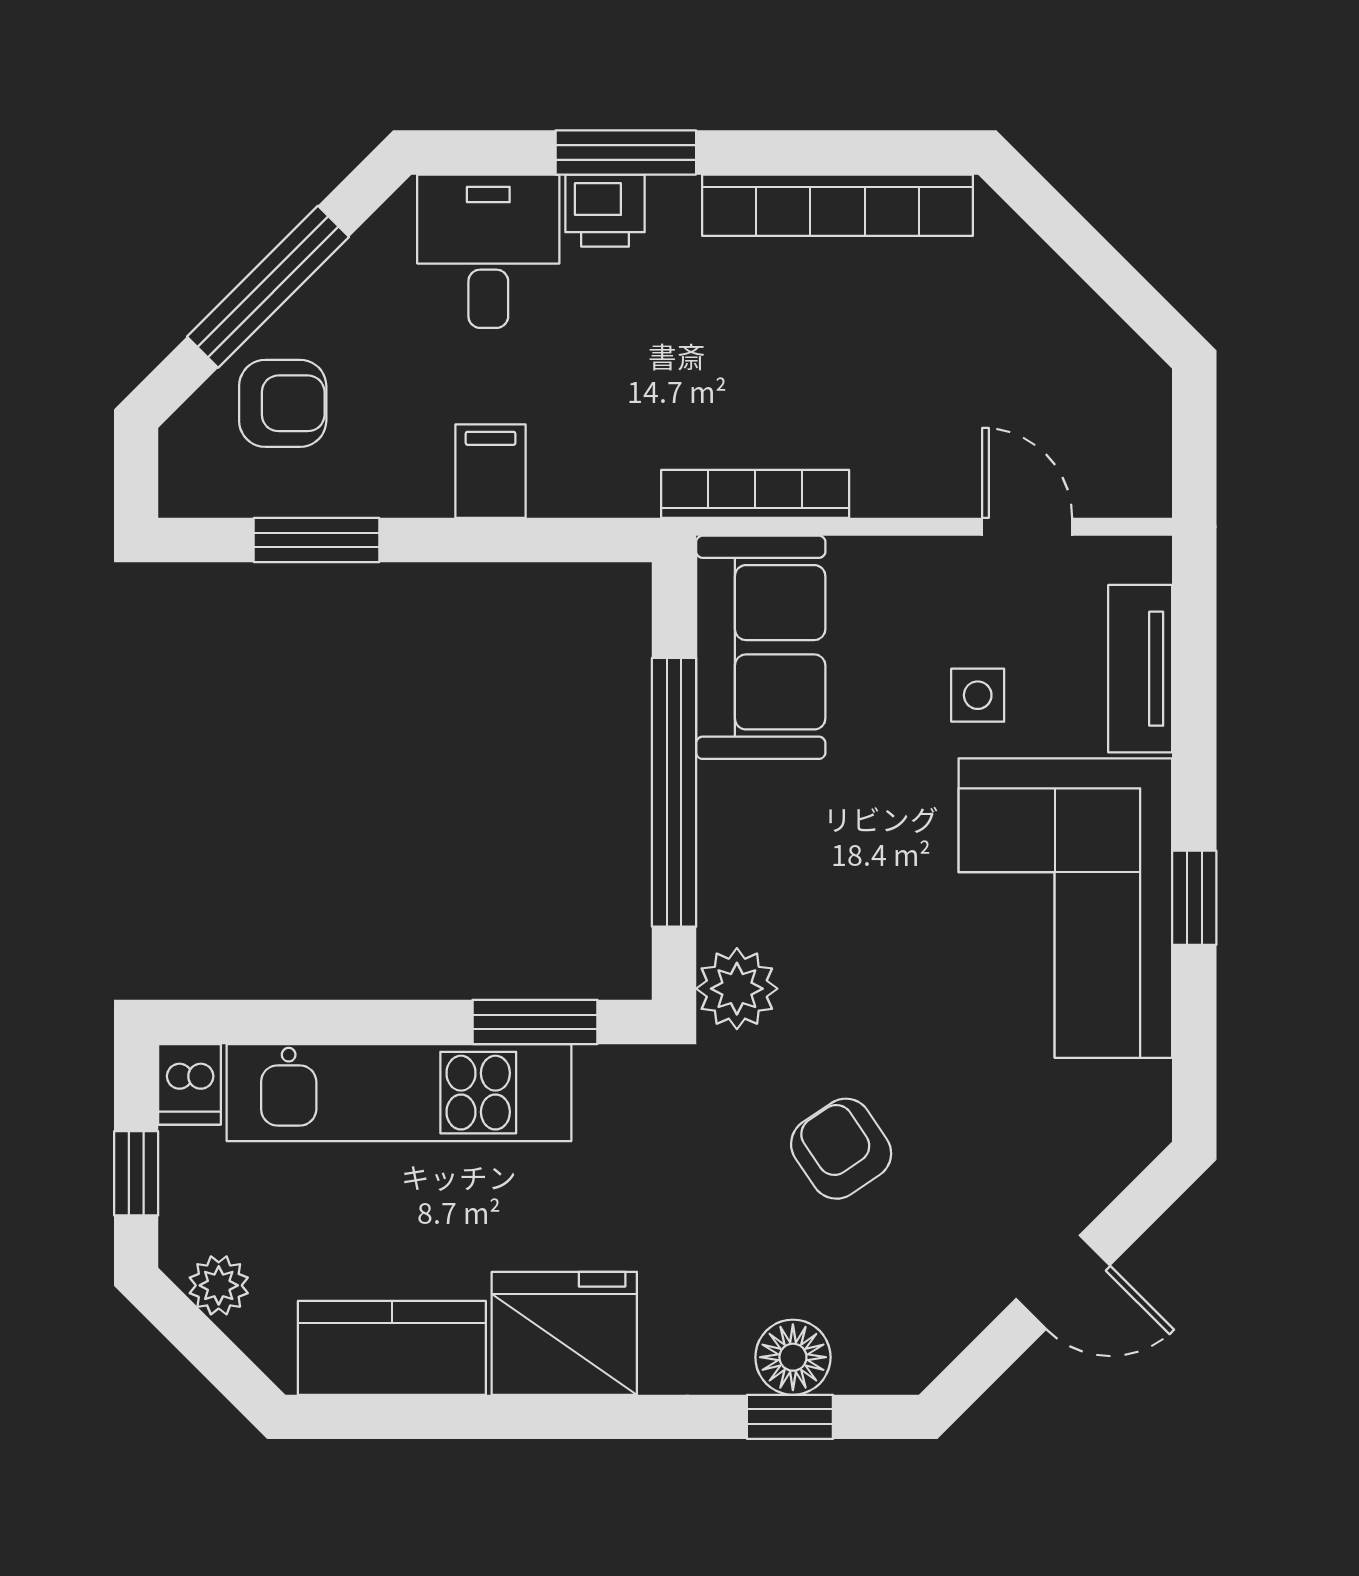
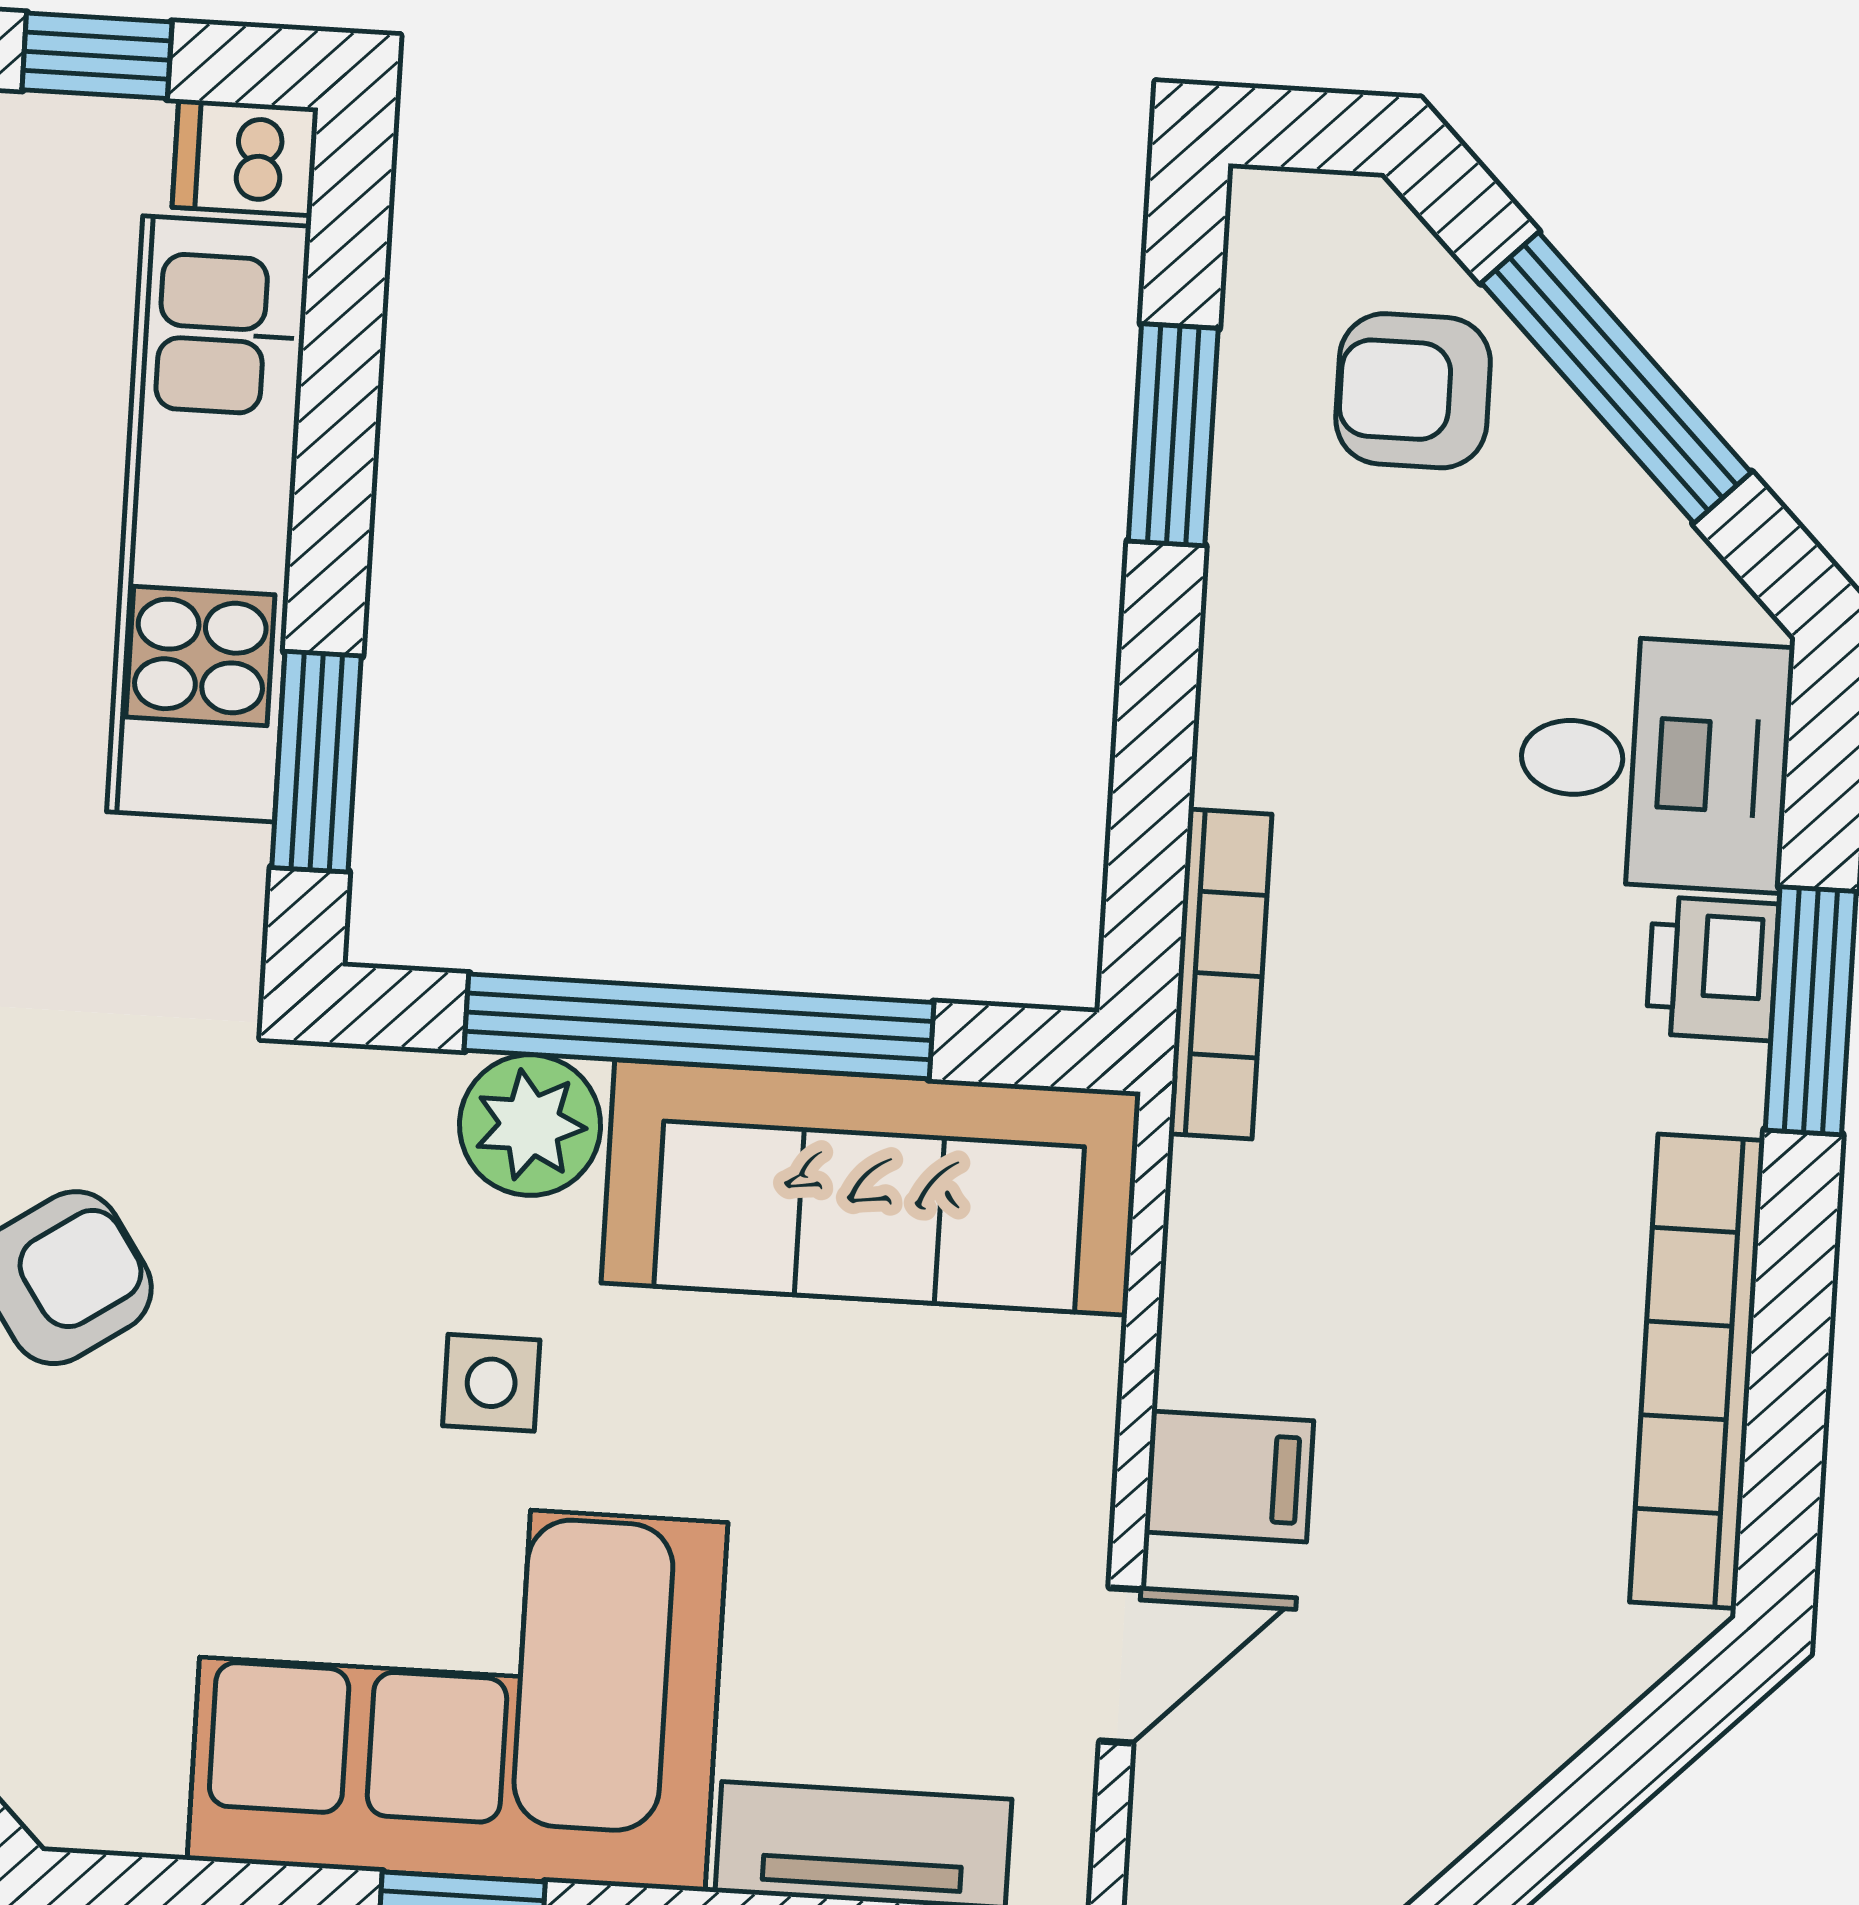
armchair: (283, 403) -> (1413, 391), turned 90
filing cabinet: (491, 471) -> (1229, 1476), moved
bookcase: (755, 494) -> (1220, 974), moved
sofa: (761, 647) -> (871, 1187), width x1.36
side table: (978, 695) -> (491, 1383), moved
plant: (737, 989) -> (530, 1125), moved

